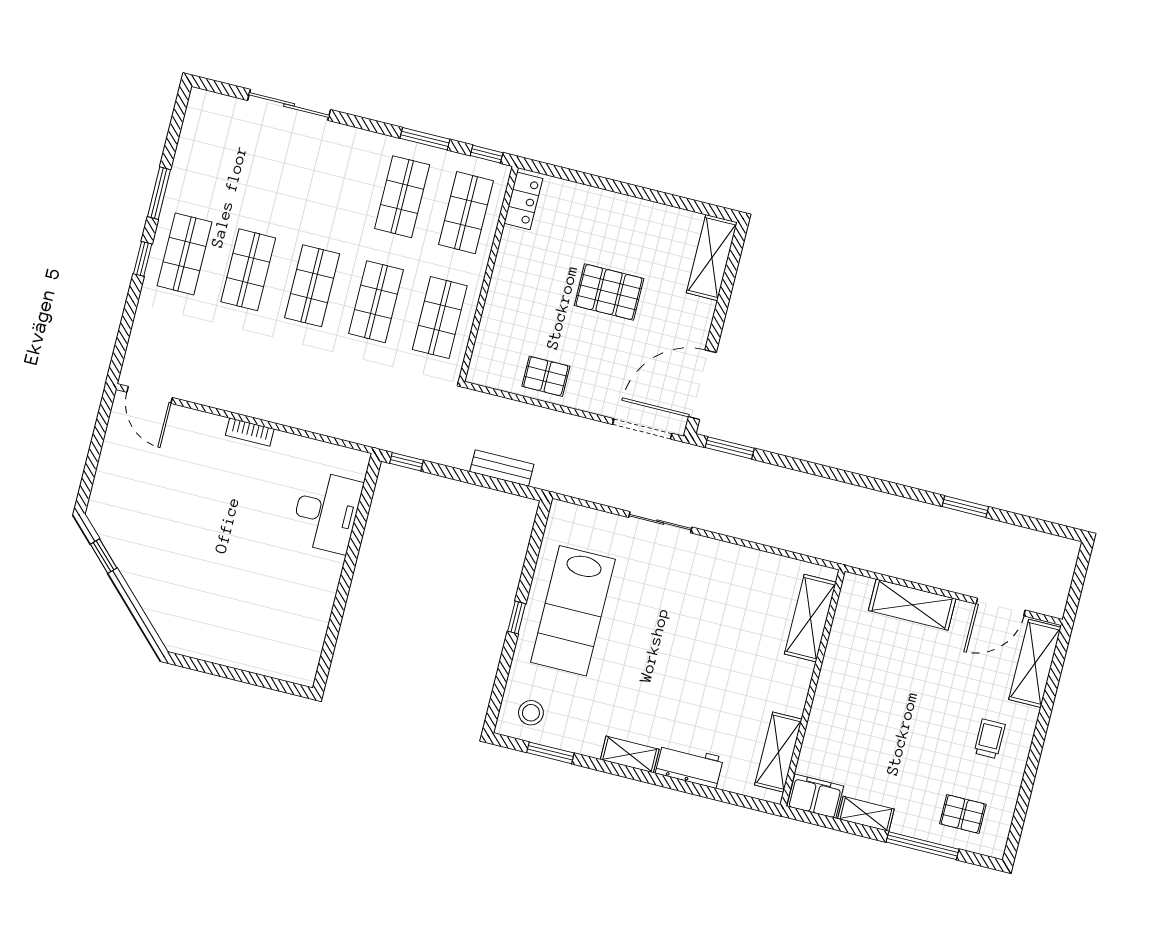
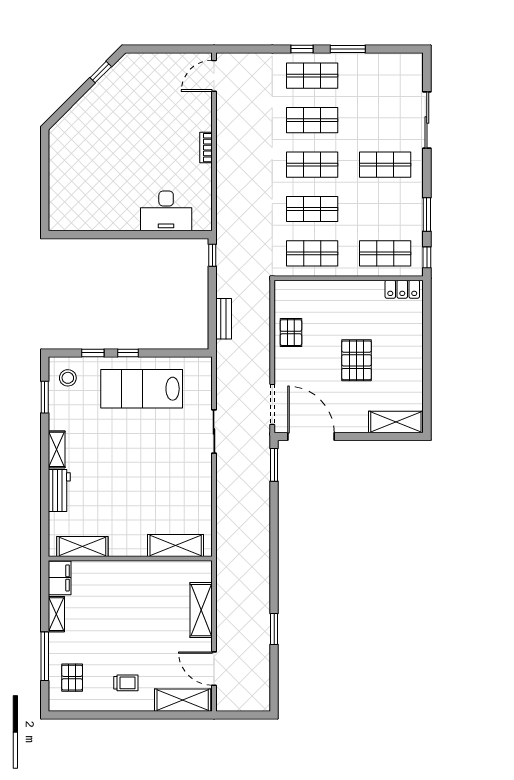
shop shelf: (402, 197) -> (385, 165), moved
window: (504, 668) -> (93, 353), added

